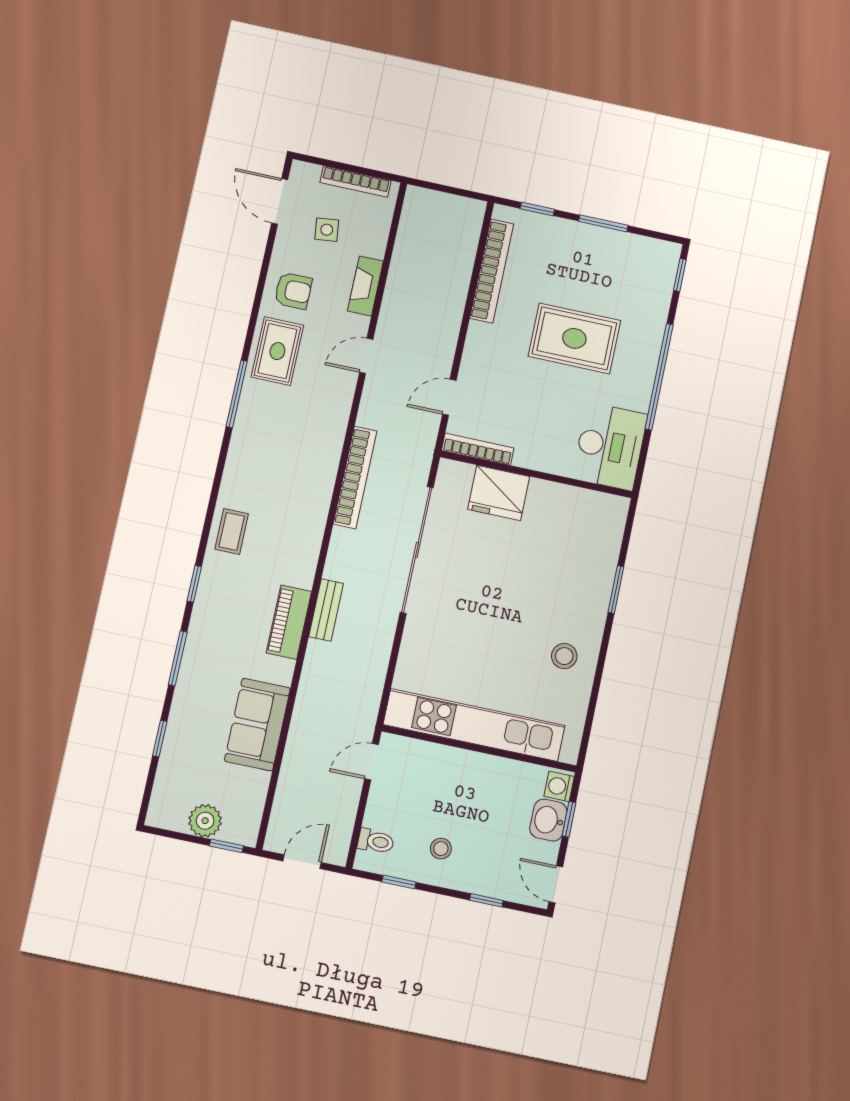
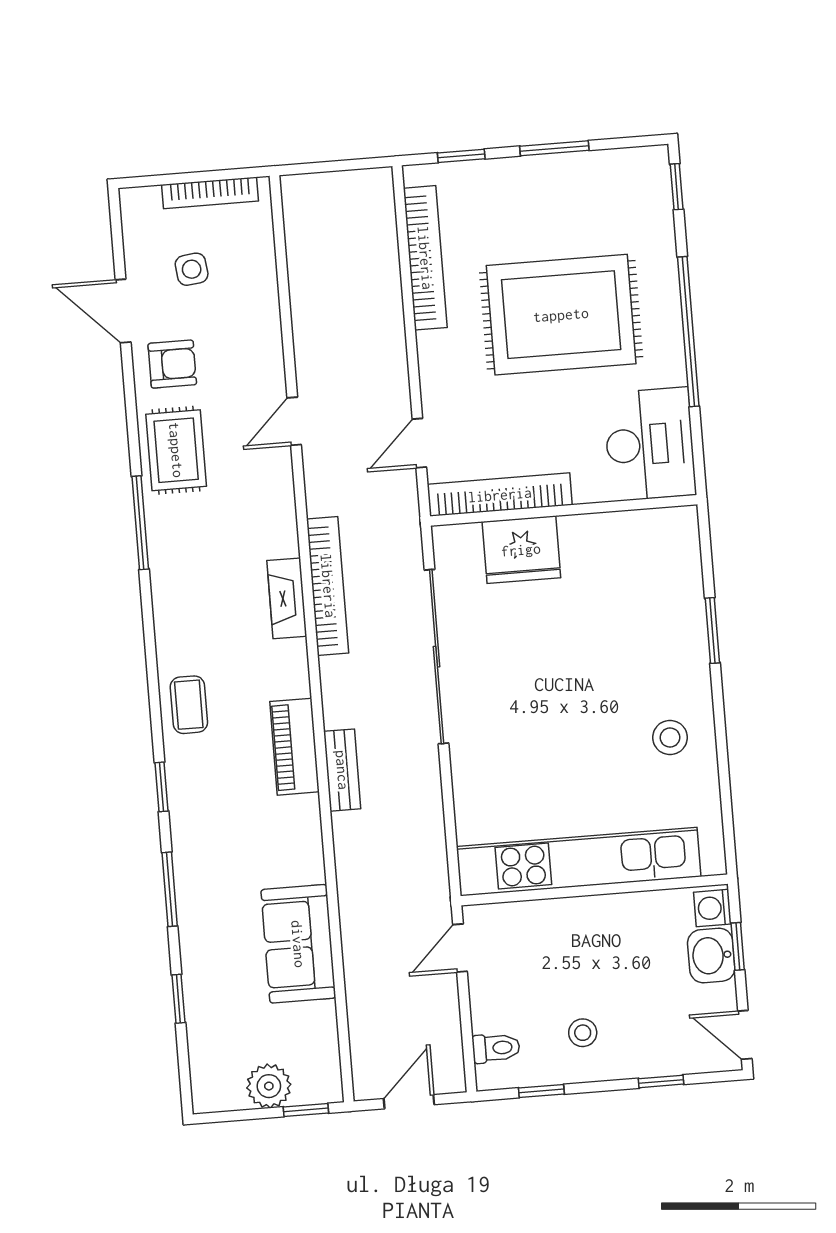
door: (280, 201) -> (123, 311), moved
fireplace: (365, 286) -> (287, 598), moved
rug: (574, 338) -> (561, 315), width x1.37, depth x1.44
bookcase: (478, 449) -> (500, 495), width x1.48, depth x1.31
piano: (289, 622) -> (295, 747), moved

